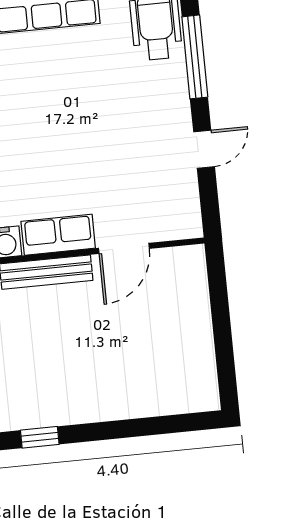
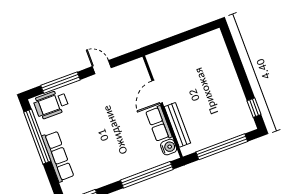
door: (124, 248) -> (157, 92), swing flipped

